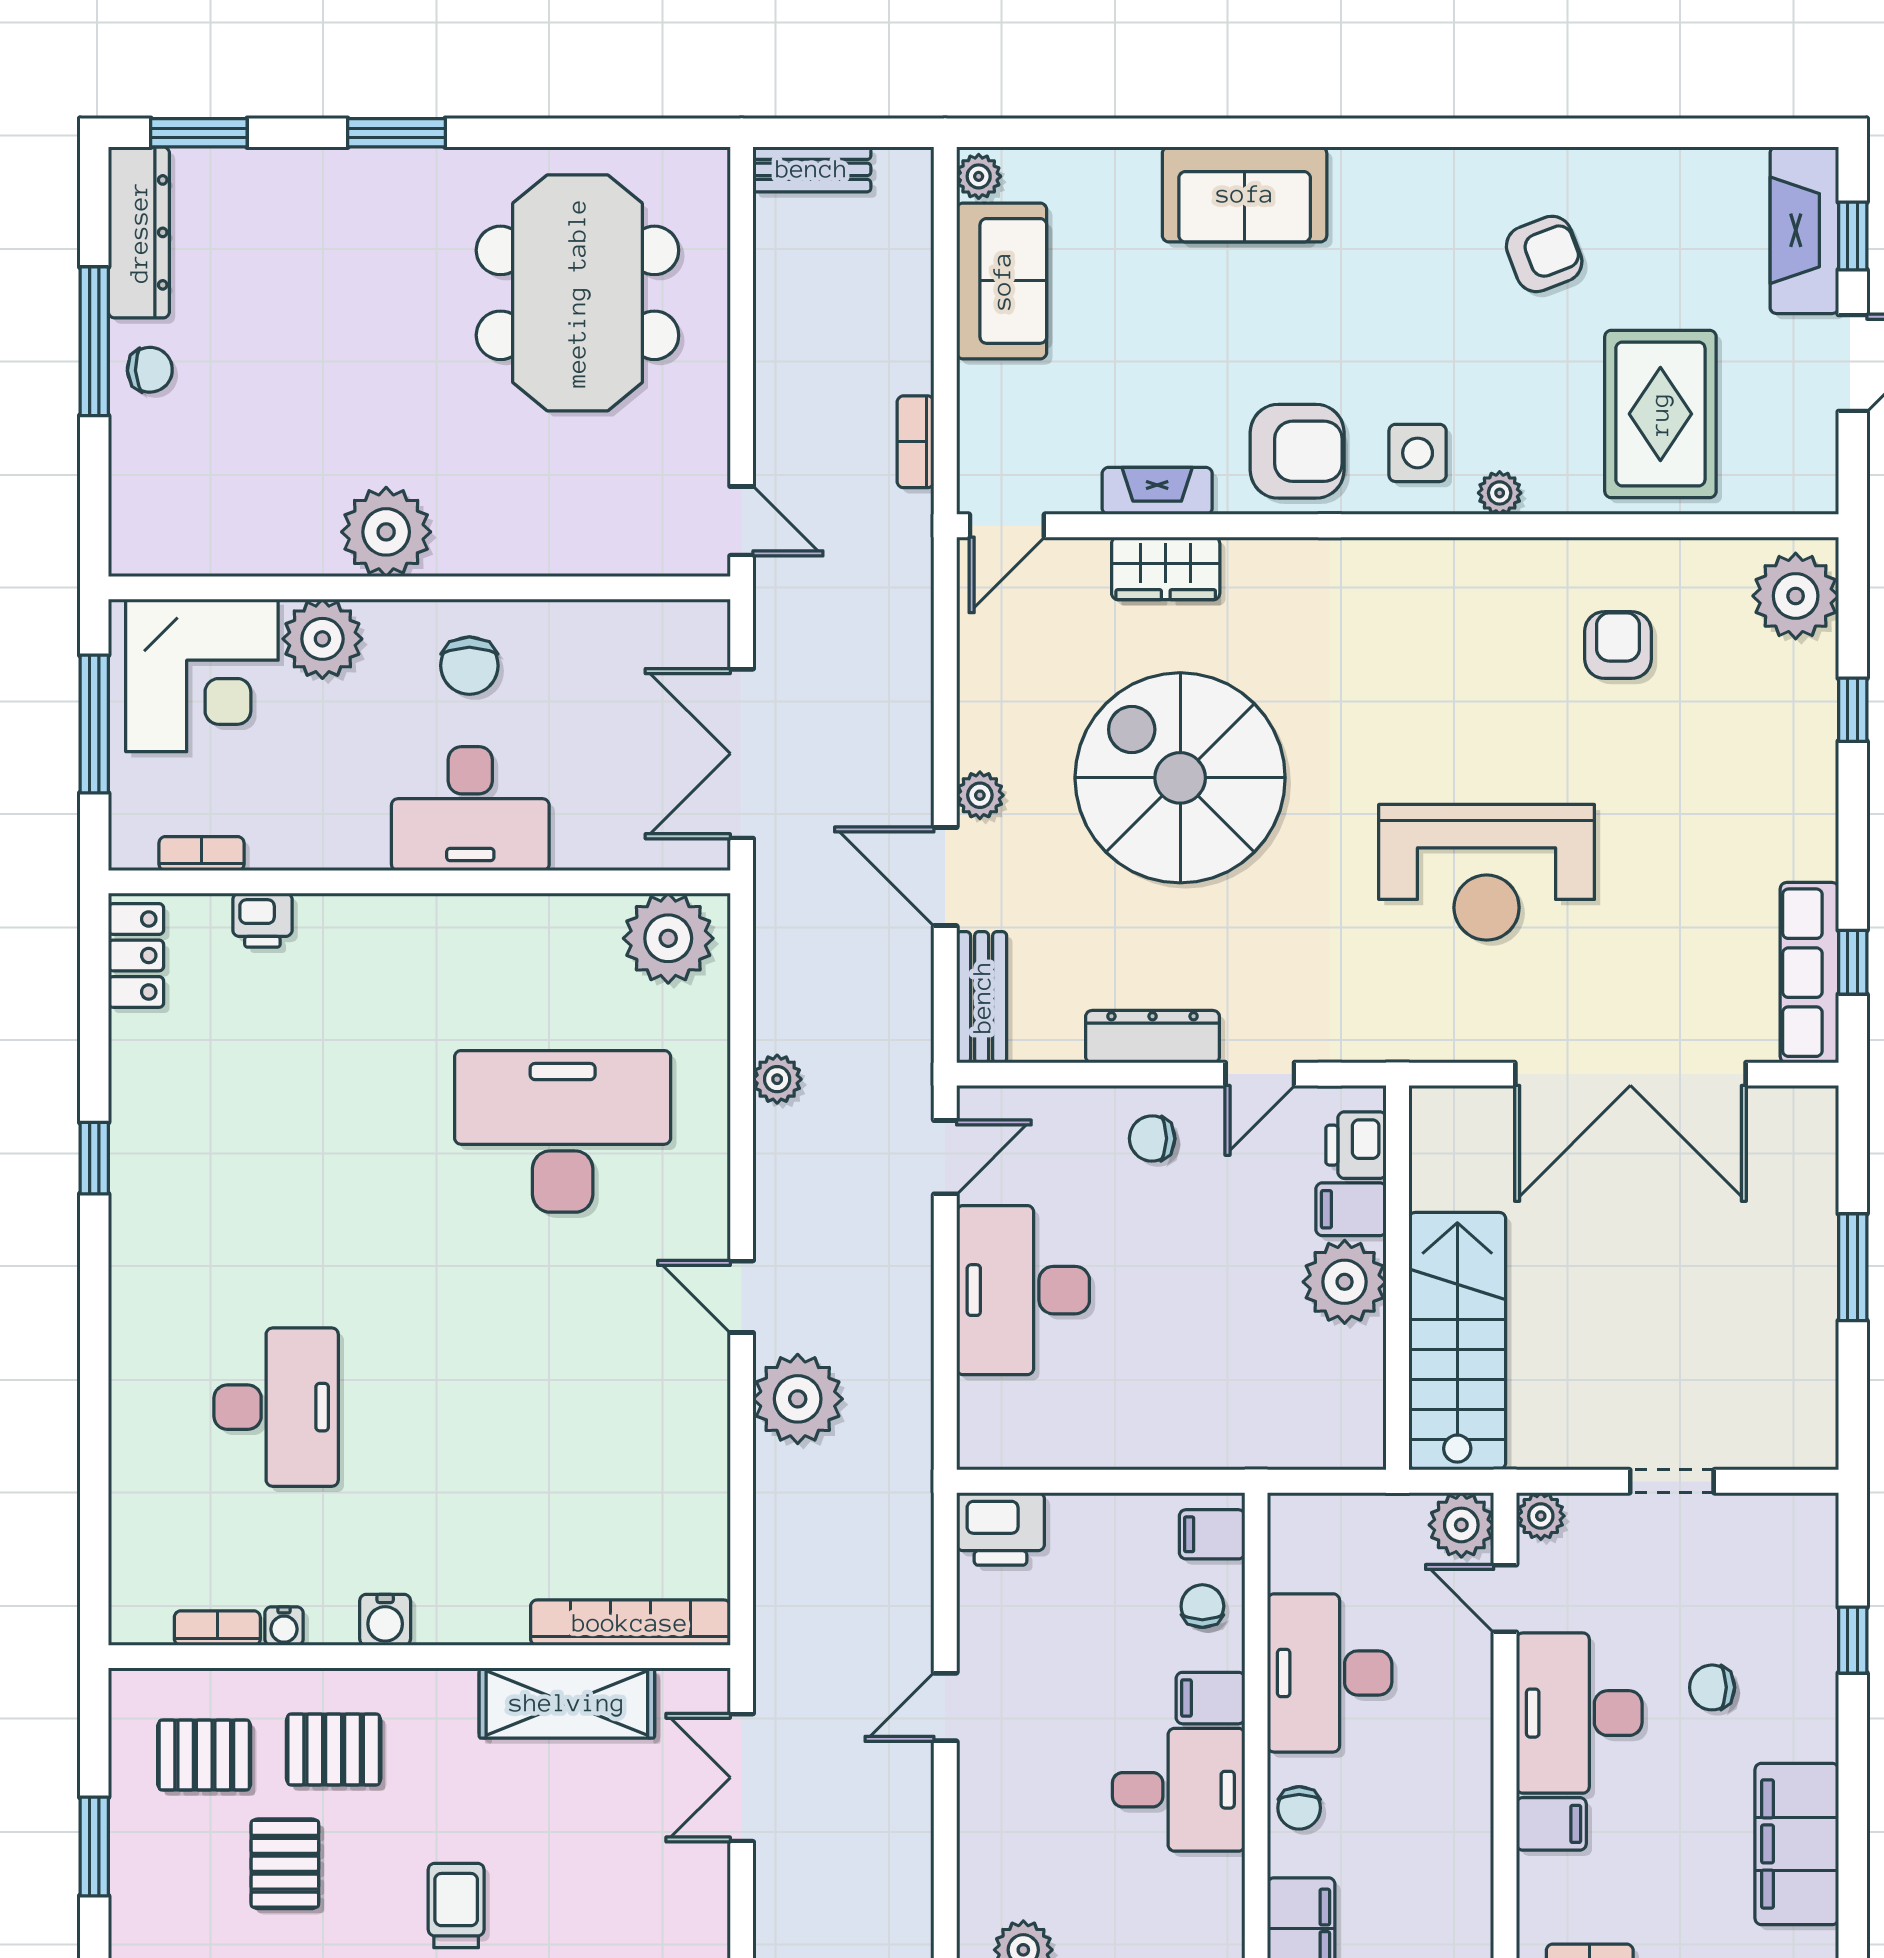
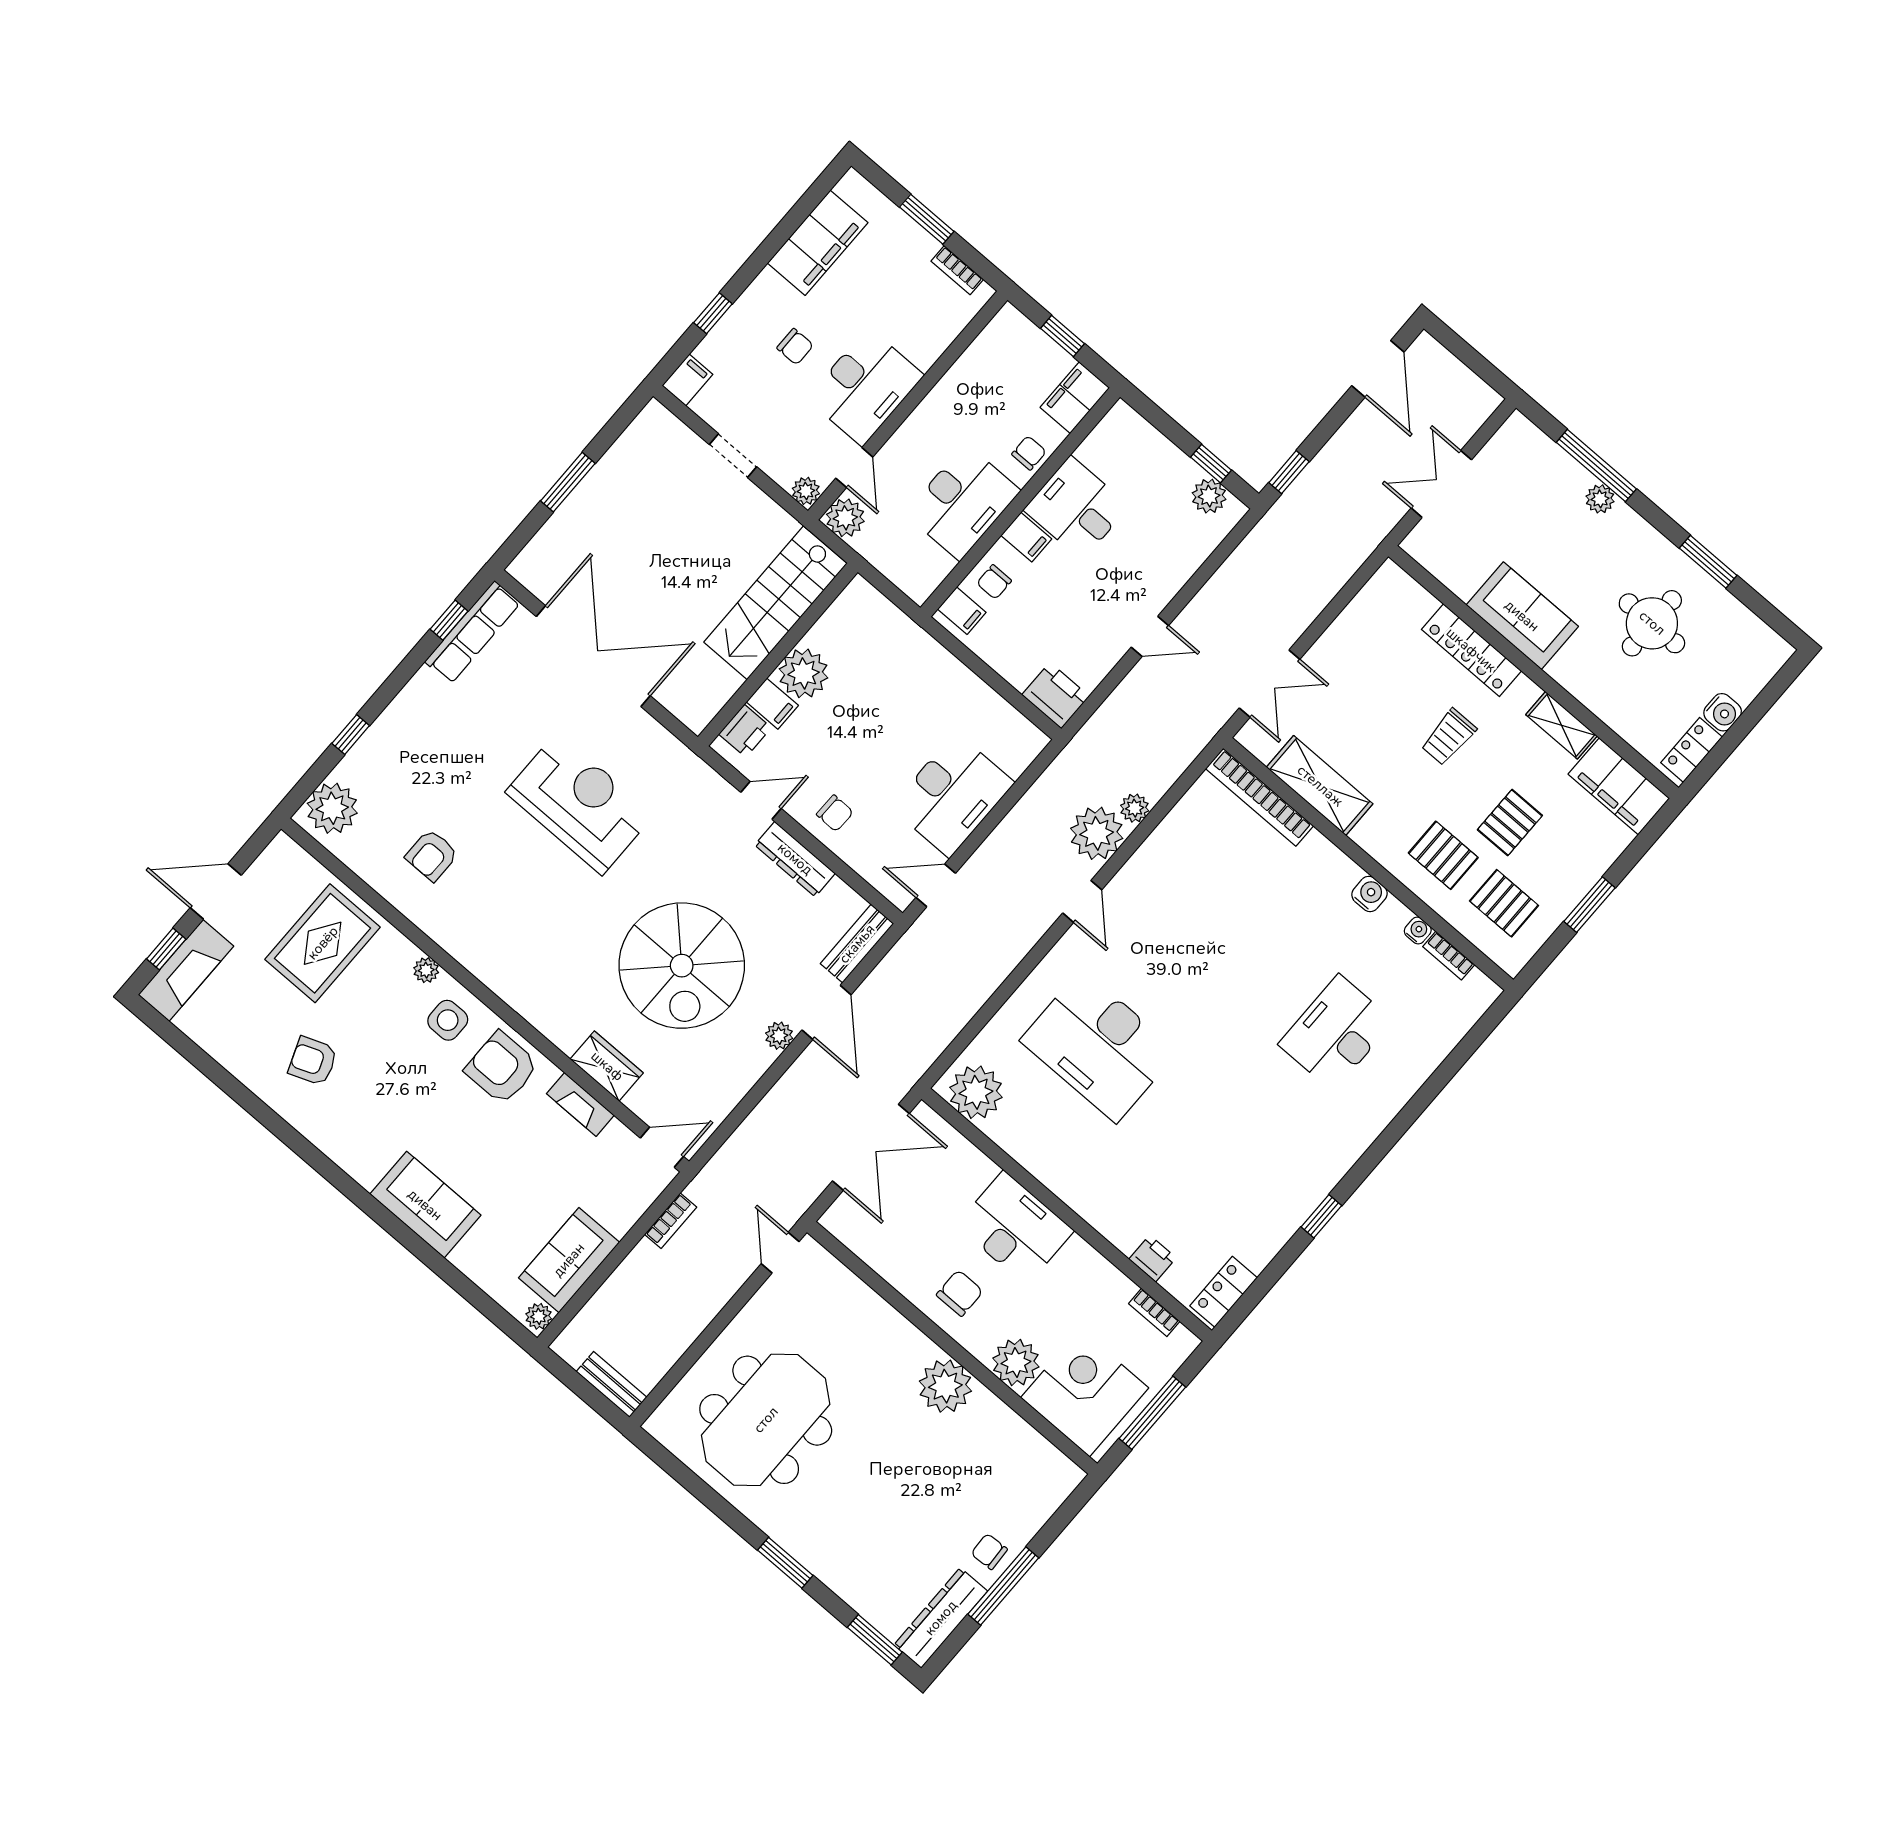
plant: (777, 1079) -> (1135, 808), moved
filing cabinet: (1551, 1824) -> (687, 380), moved, turned 90

